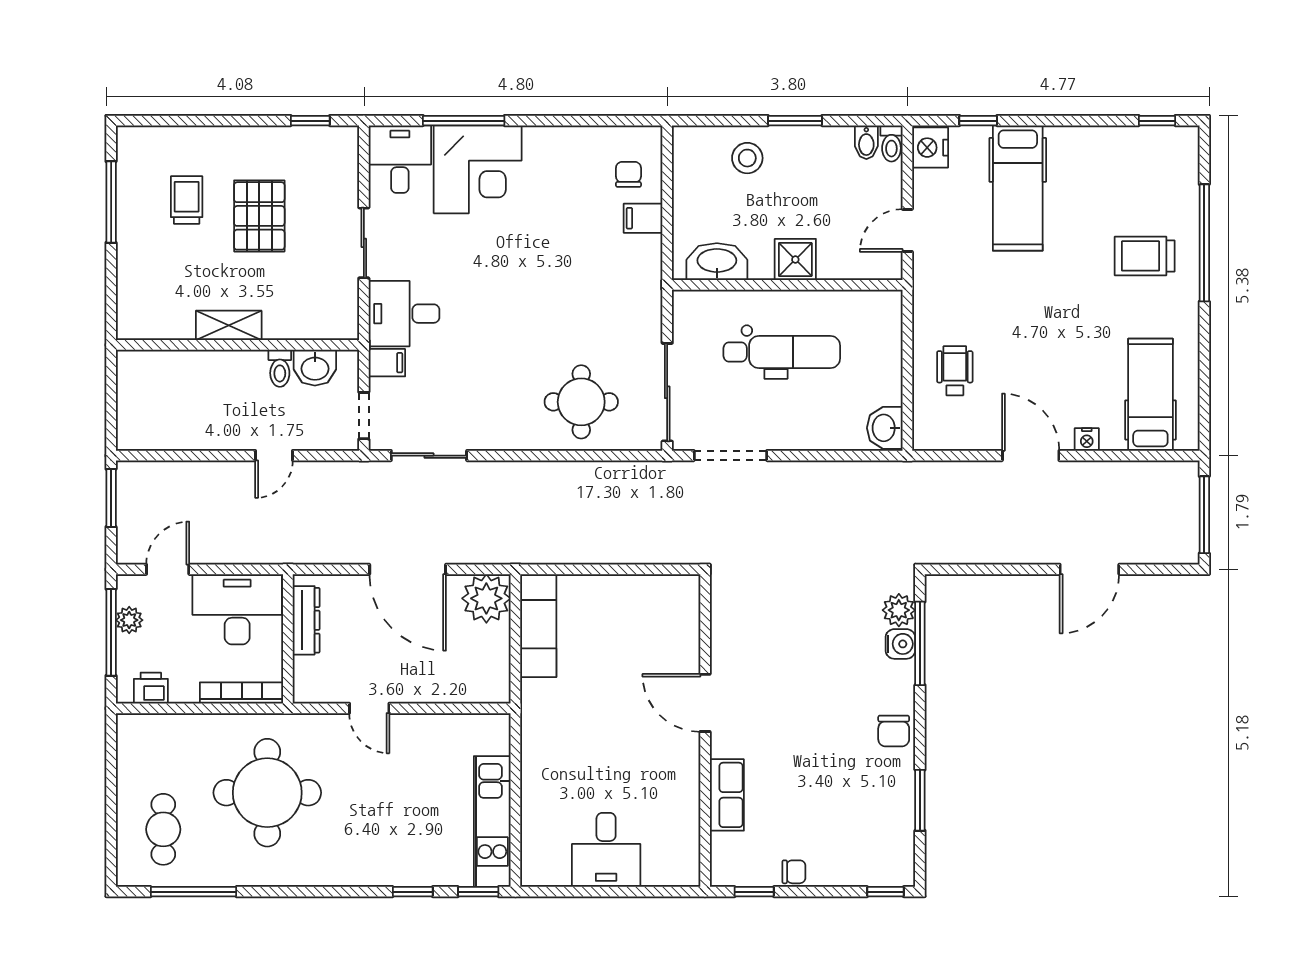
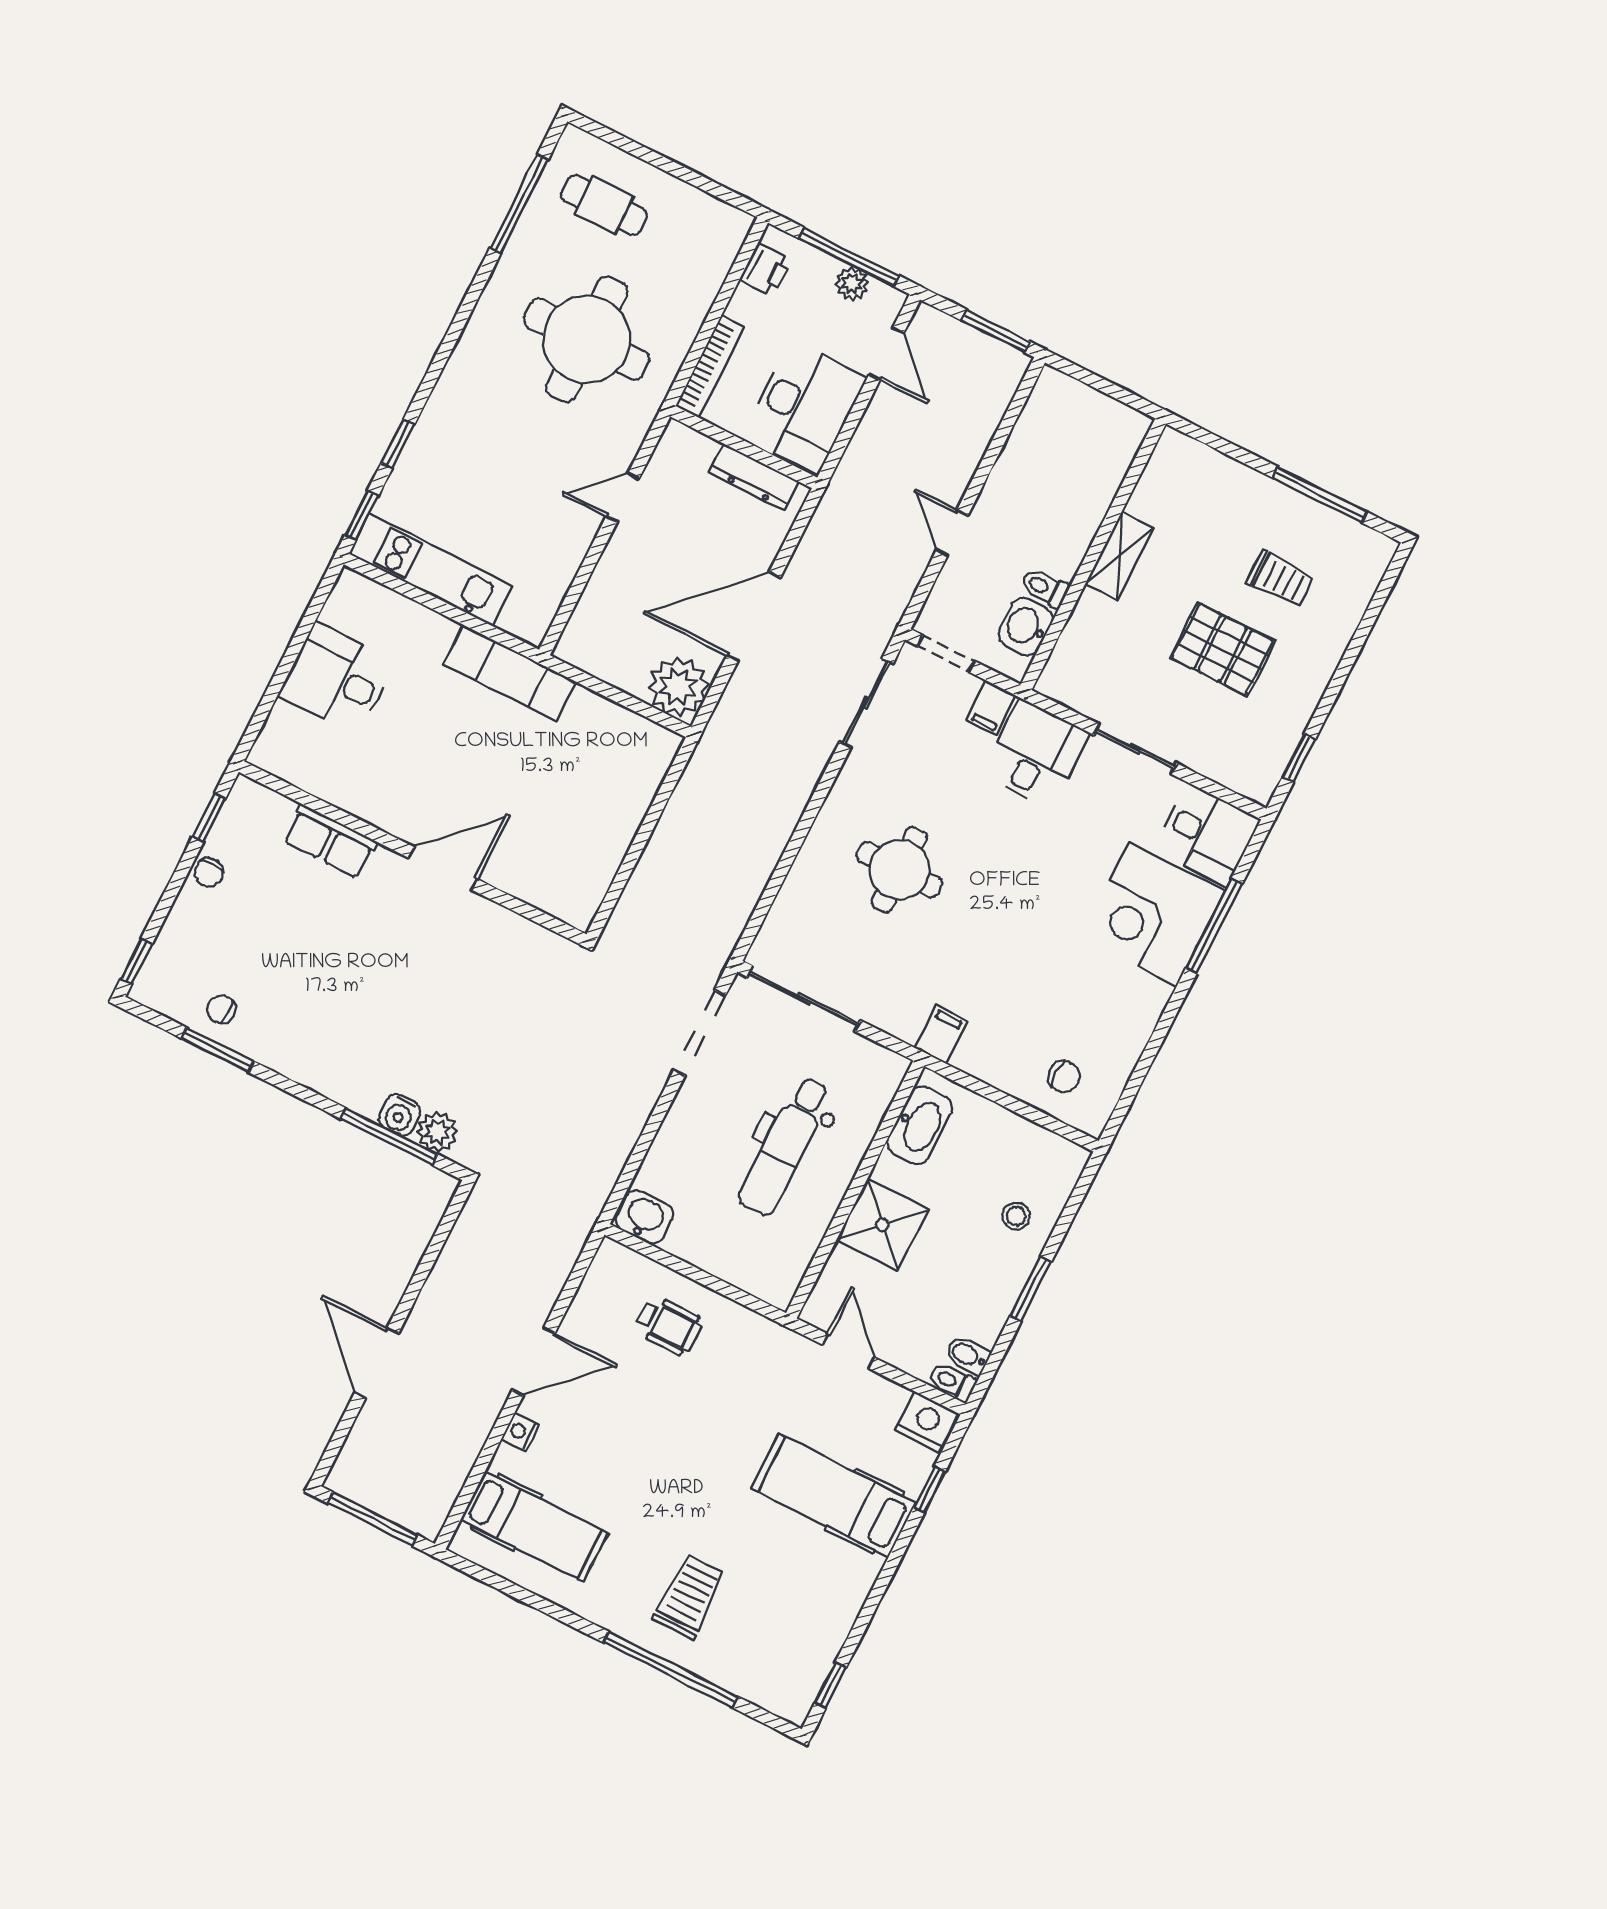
stool: (747, 158) -> (1016, 1216), width x0.73, depth x0.73
filing cabinet: (643, 218) -> (941, 1035), moved
shower: (795, 260) -> (883, 1225), width x1.36, depth x1.36
round table: (581, 402) -> (899, 870), moved
exam couch: (538, 626) -> (510, 673), moved
chair: (894, 731) -> (221, 1009), moved, width x0.73, depth x0.73

